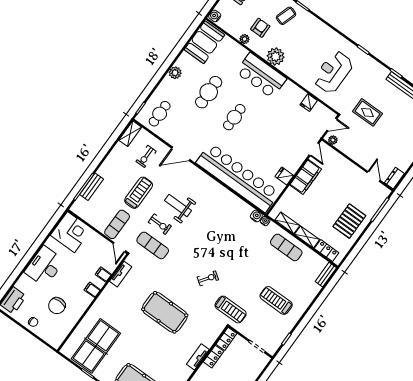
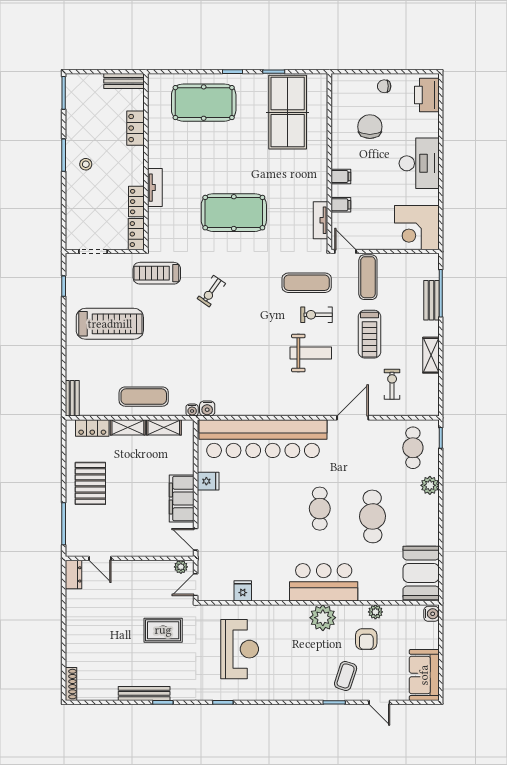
plant: (175, 73) -> (430, 485), moved
shelving: (130, 134) -> (431, 355), moved
treadmill: (276, 300) -> (110, 324), width x1.37, depth x1.38

